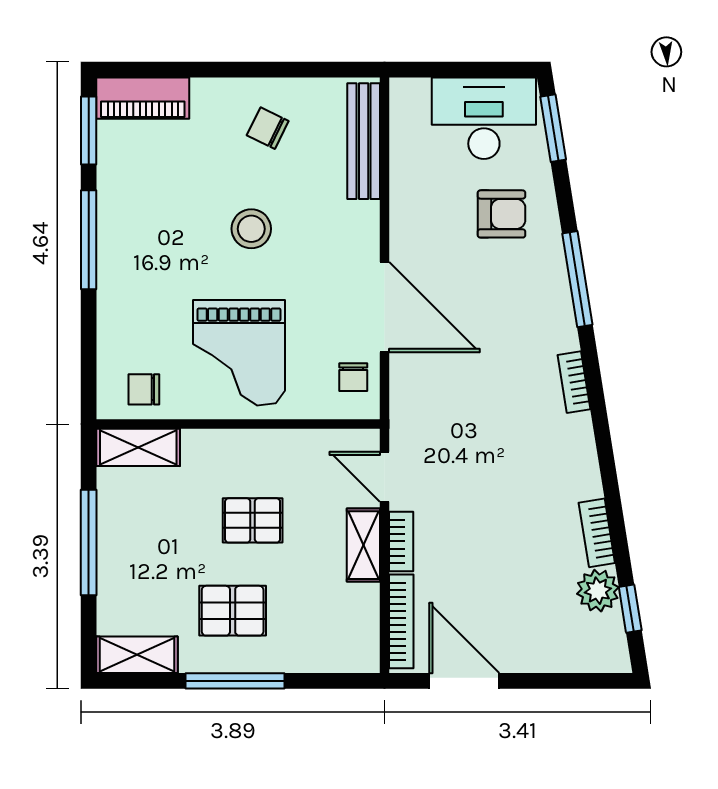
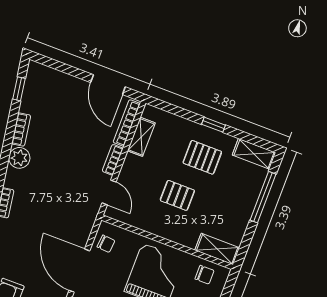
chair: (353, 377) -> (106, 244), turned 95
window: (89, 542) -> (263, 197), moved
shelving: (363, 545) -> (141, 137), moved
plant: (598, 591) -> (19, 158), moved
window: (235, 681) -> (213, 125), width x0.46

